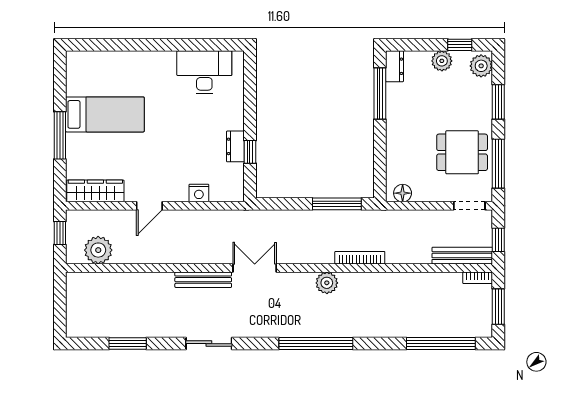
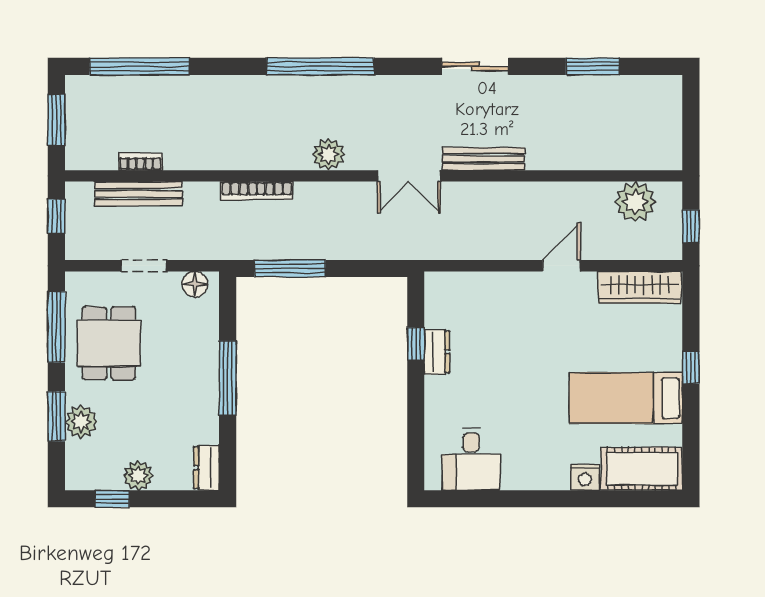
cot: (94, 66) -> (642, 469), added
plant: (481, 66) -> (81, 422), moved
desk: (204, 72) -> (471, 459), width x0.73
window: (380, 93) -> (228, 378), moved
window: (60, 135) -> (691, 368), width x0.46
dining table: (462, 152) -> (109, 343), turned 90
nightstand: (199, 193) -> (585, 477), moved, turned 180
doorway: (469, 206) -> (144, 266), moved
bench: (462, 256) -> (138, 194), moved
bookcase: (478, 278) -> (140, 162), moved
plant: (327, 283) -> (328, 154), moved

